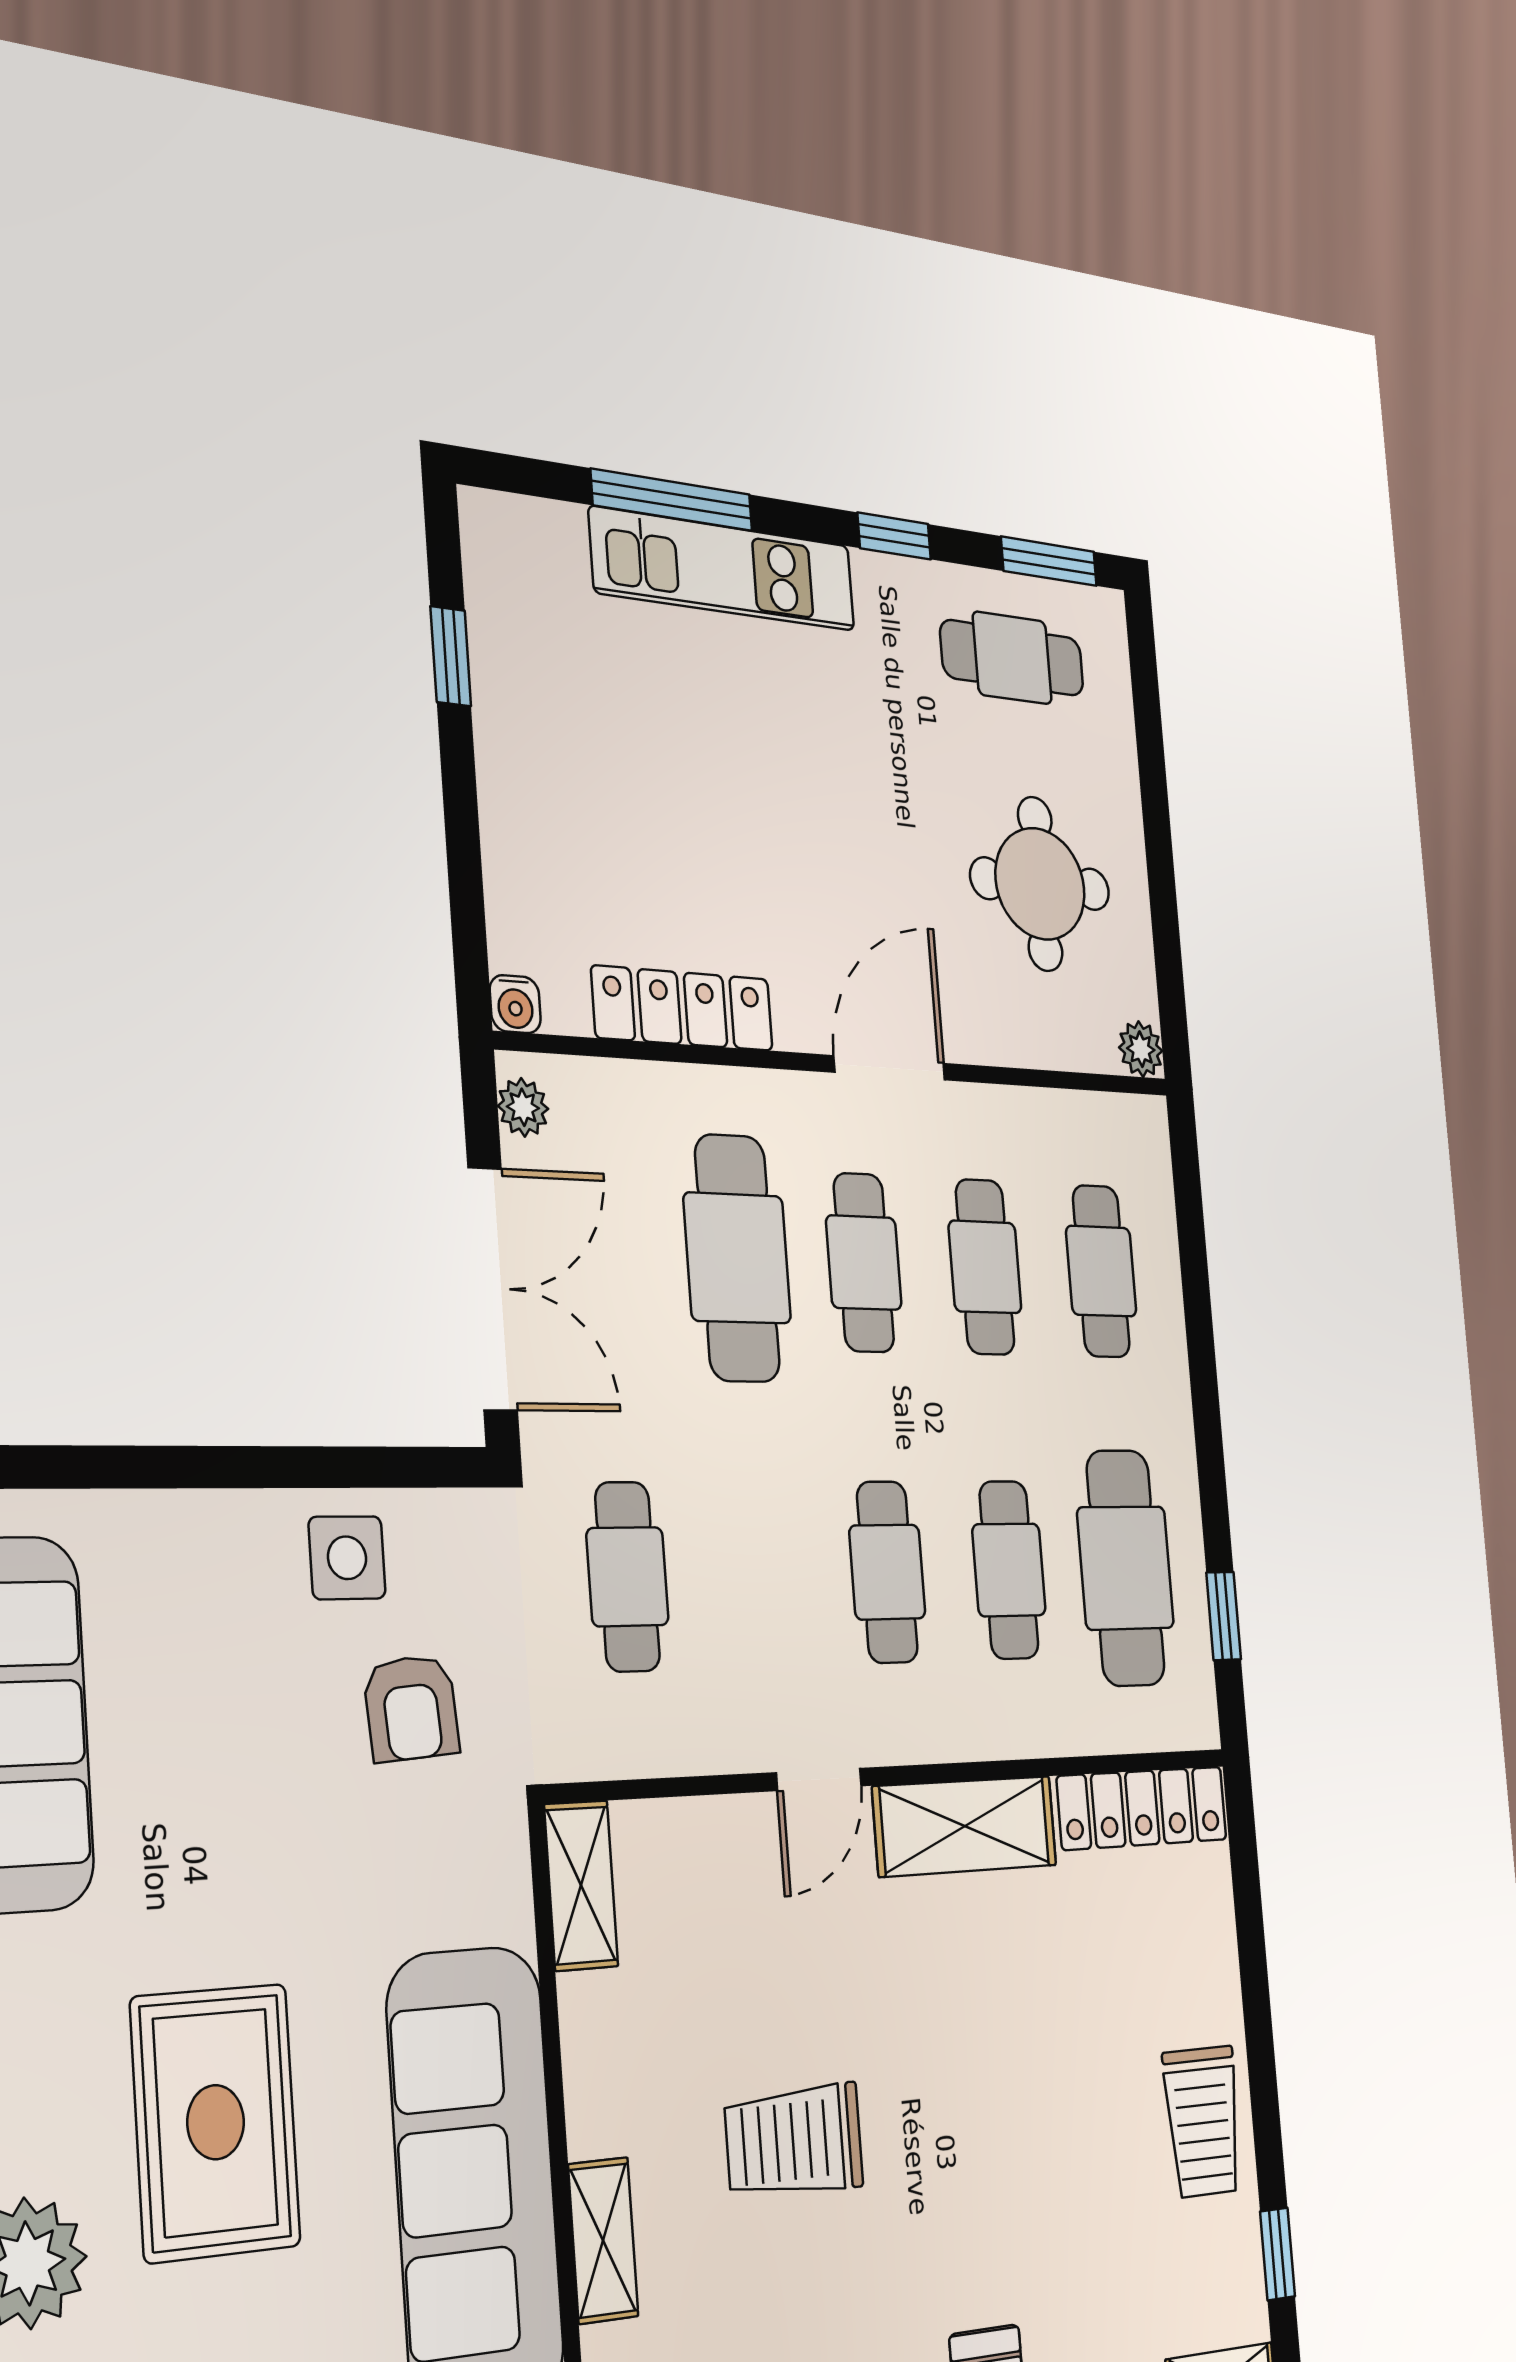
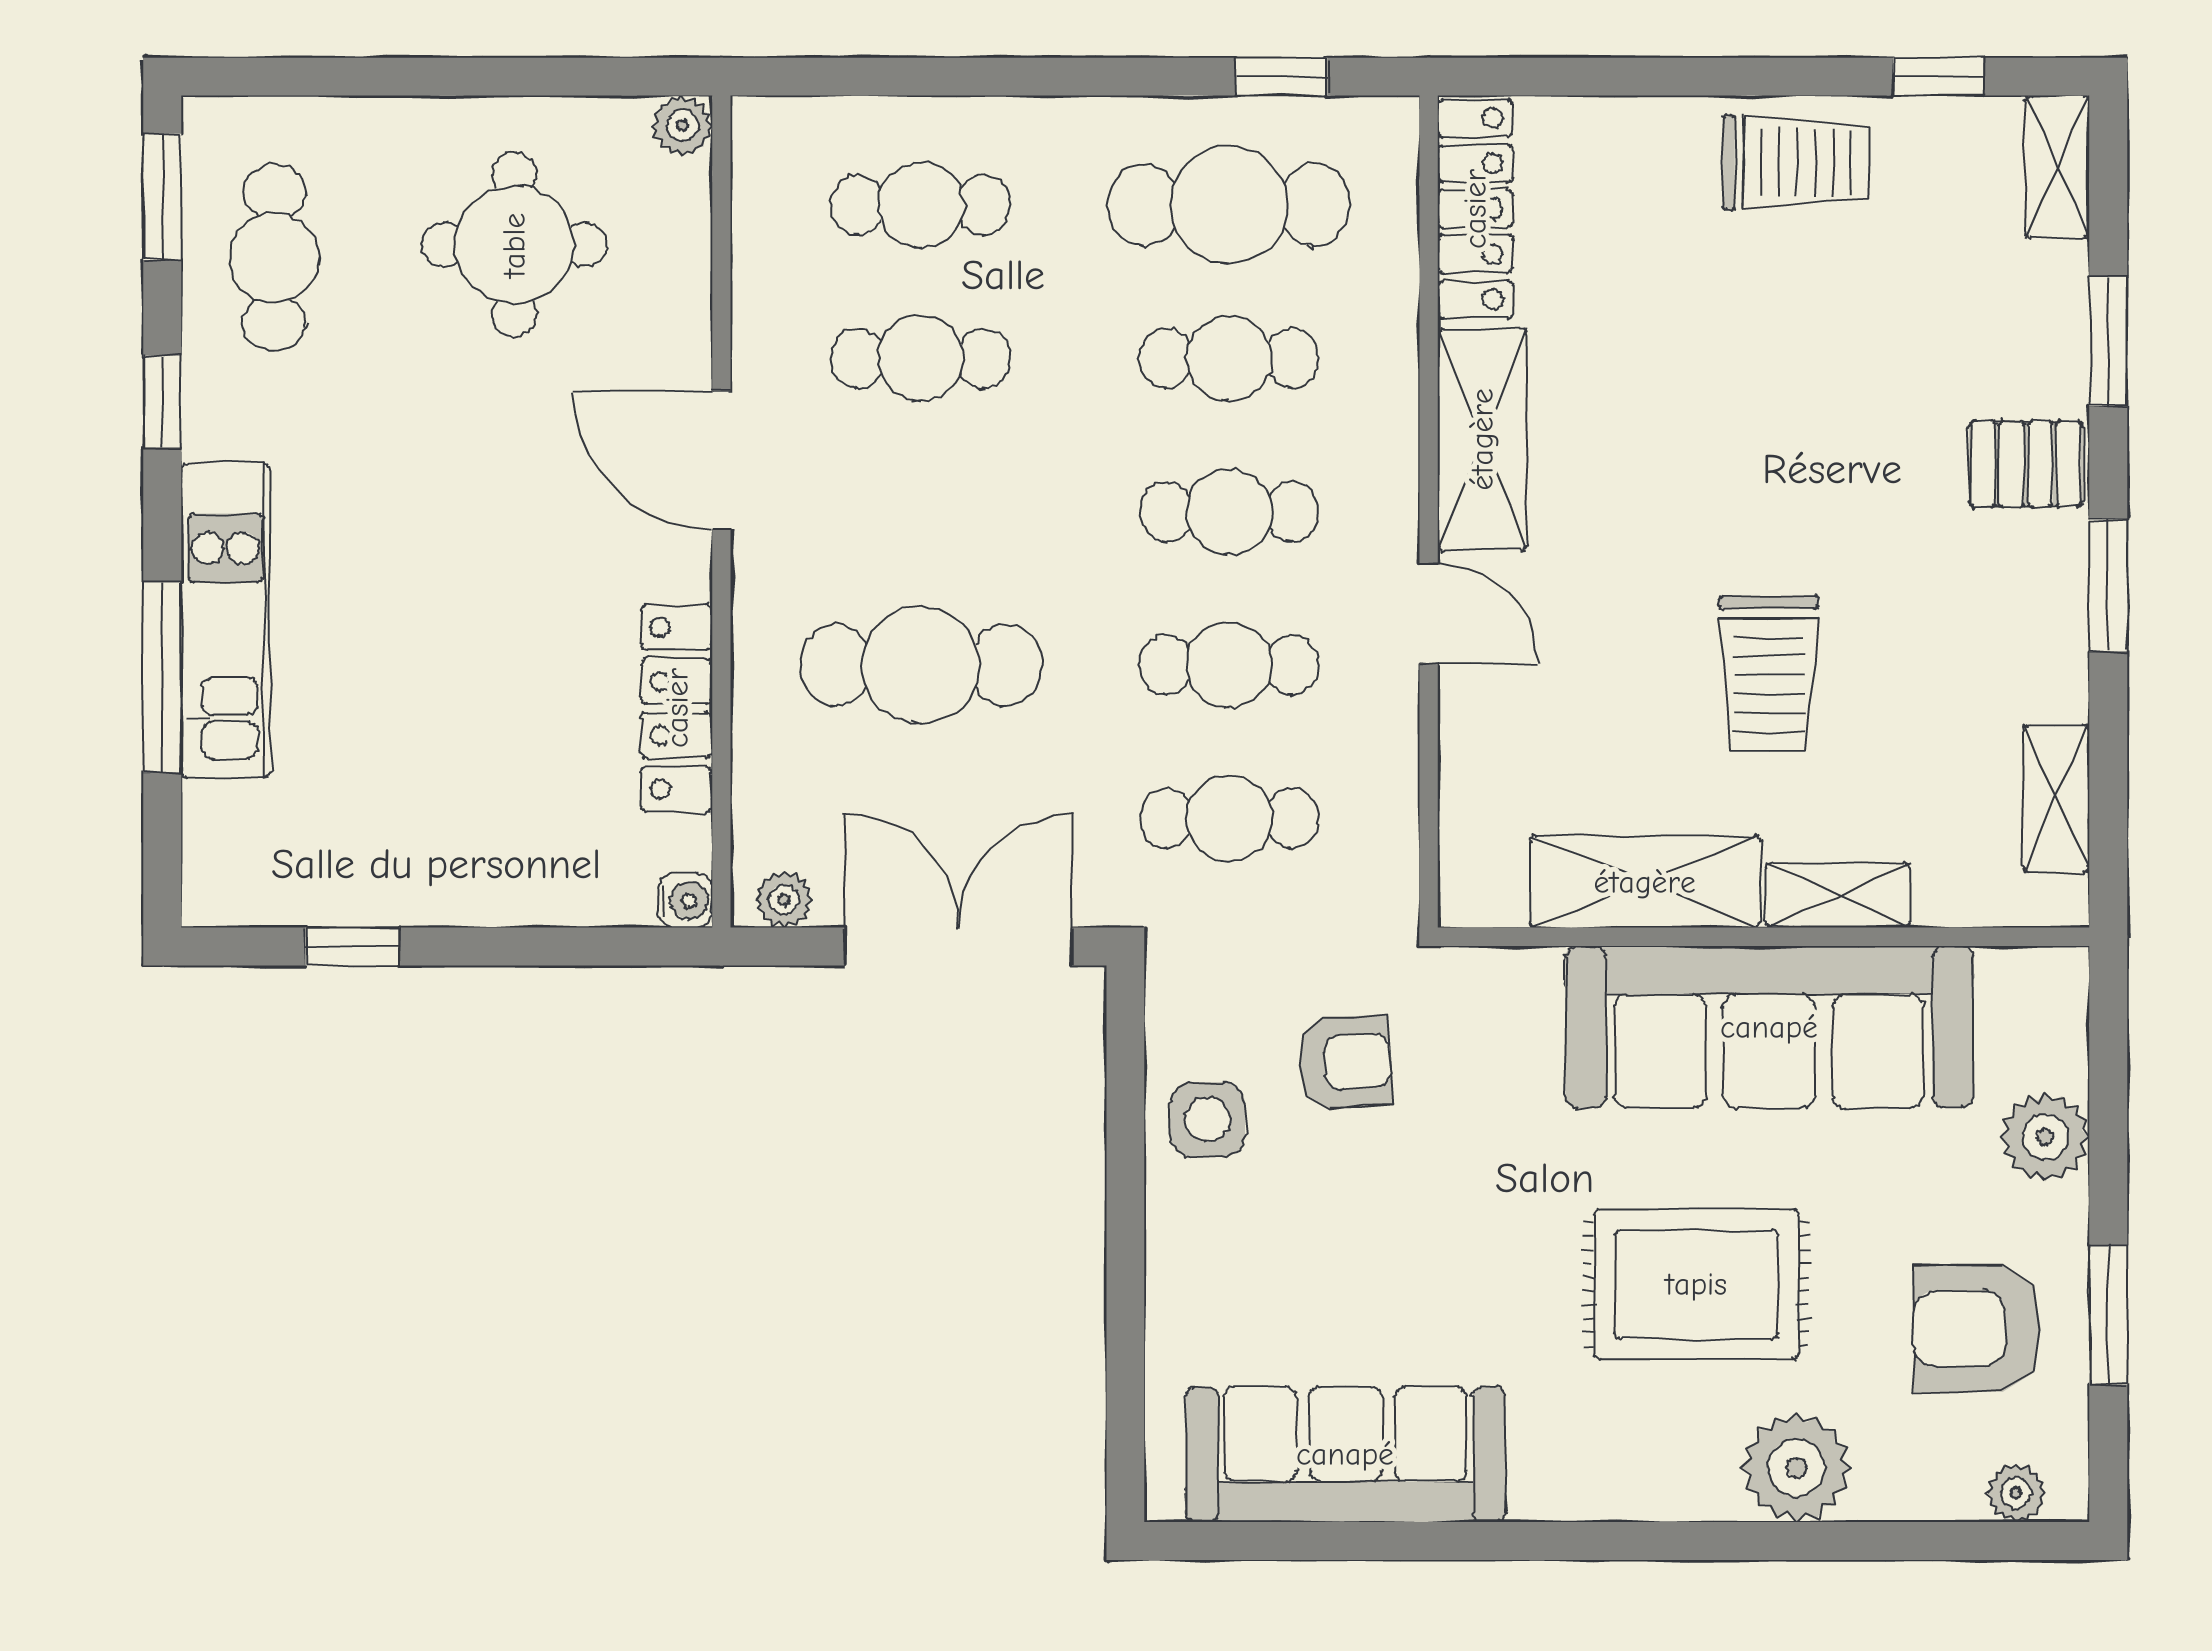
cafe table: (864, 1263) -> (1229, 665), moved
shelving: (581, 1885) -> (1645, 882), moved, width x1.50, depth x1.33

